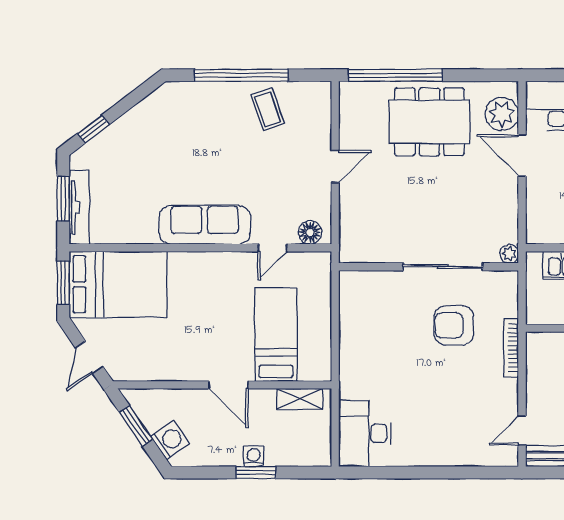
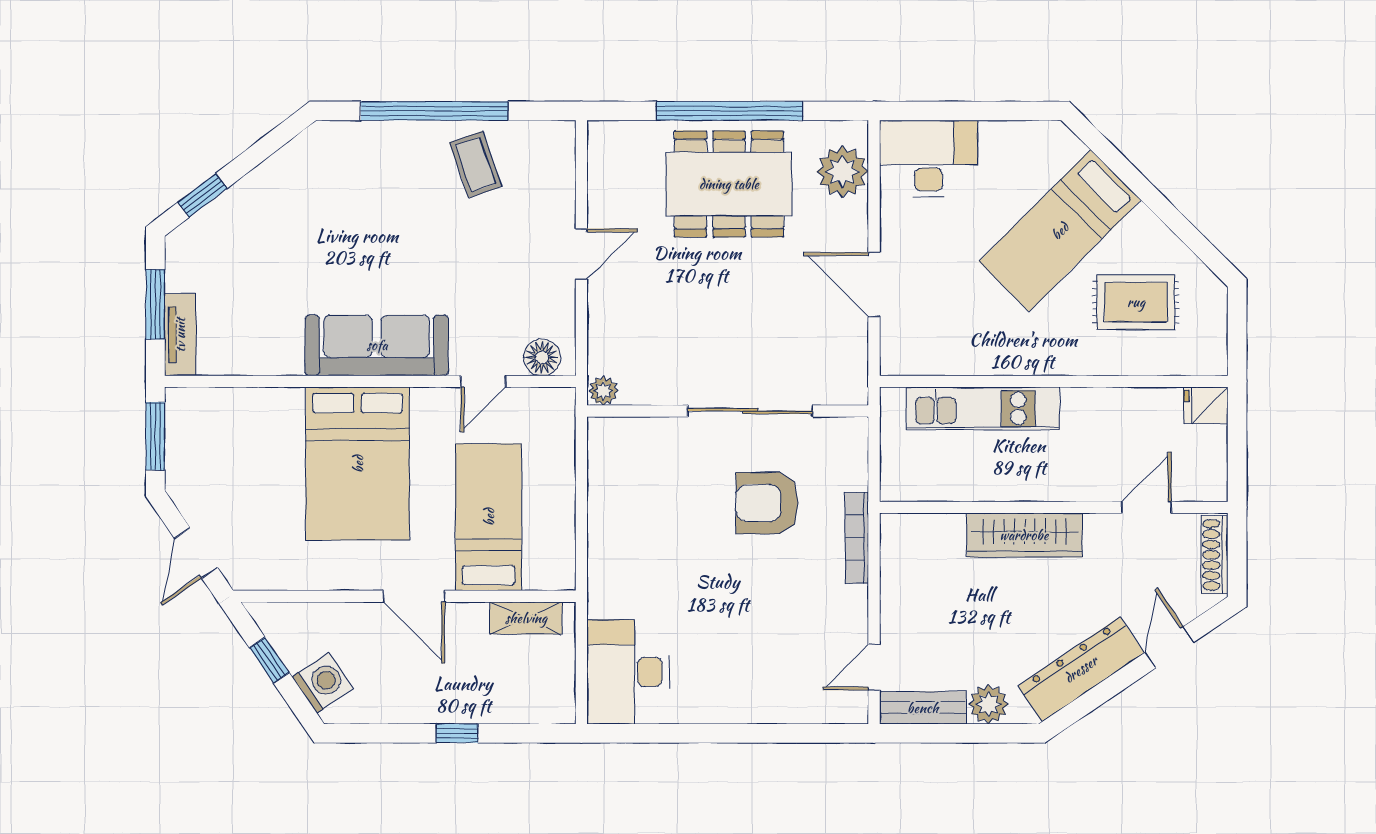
window: (395, 75) -> (730, 111), moved
door: (522, 155) -> (874, 285), moved
tv unit: (79, 207) -> (180, 335), width x0.71
plant: (509, 254) -> (603, 391), moved
bed: (118, 284) -> (358, 464), moved, turned 90
window: (136, 426) -> (269, 660), width x0.67
washing machine: (254, 456) -> (453, 708), removed
window: (256, 472) -> (457, 733), width x0.67

